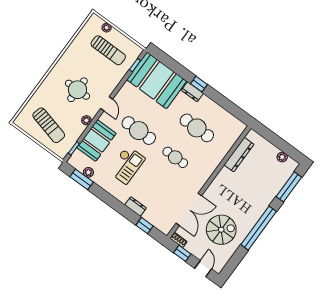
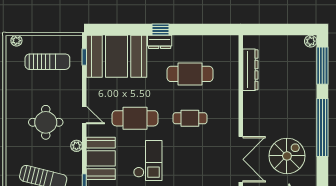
plant: (107, 28) -> (16, 41), moved
plant: (282, 157) -> (311, 41), moved

